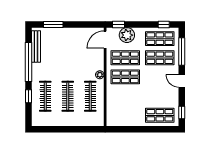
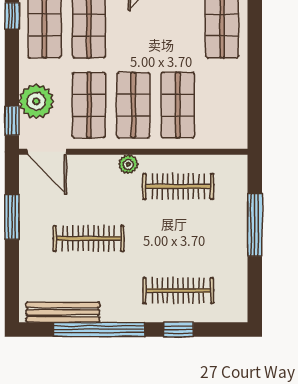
window: (53, 25) -> (12, 217), moved
clothes rail: (68, 96) -> (89, 239), moved
shop shelf: (125, 96) -> (178, 105), added
window: (74, 129) -> (255, 225), added

